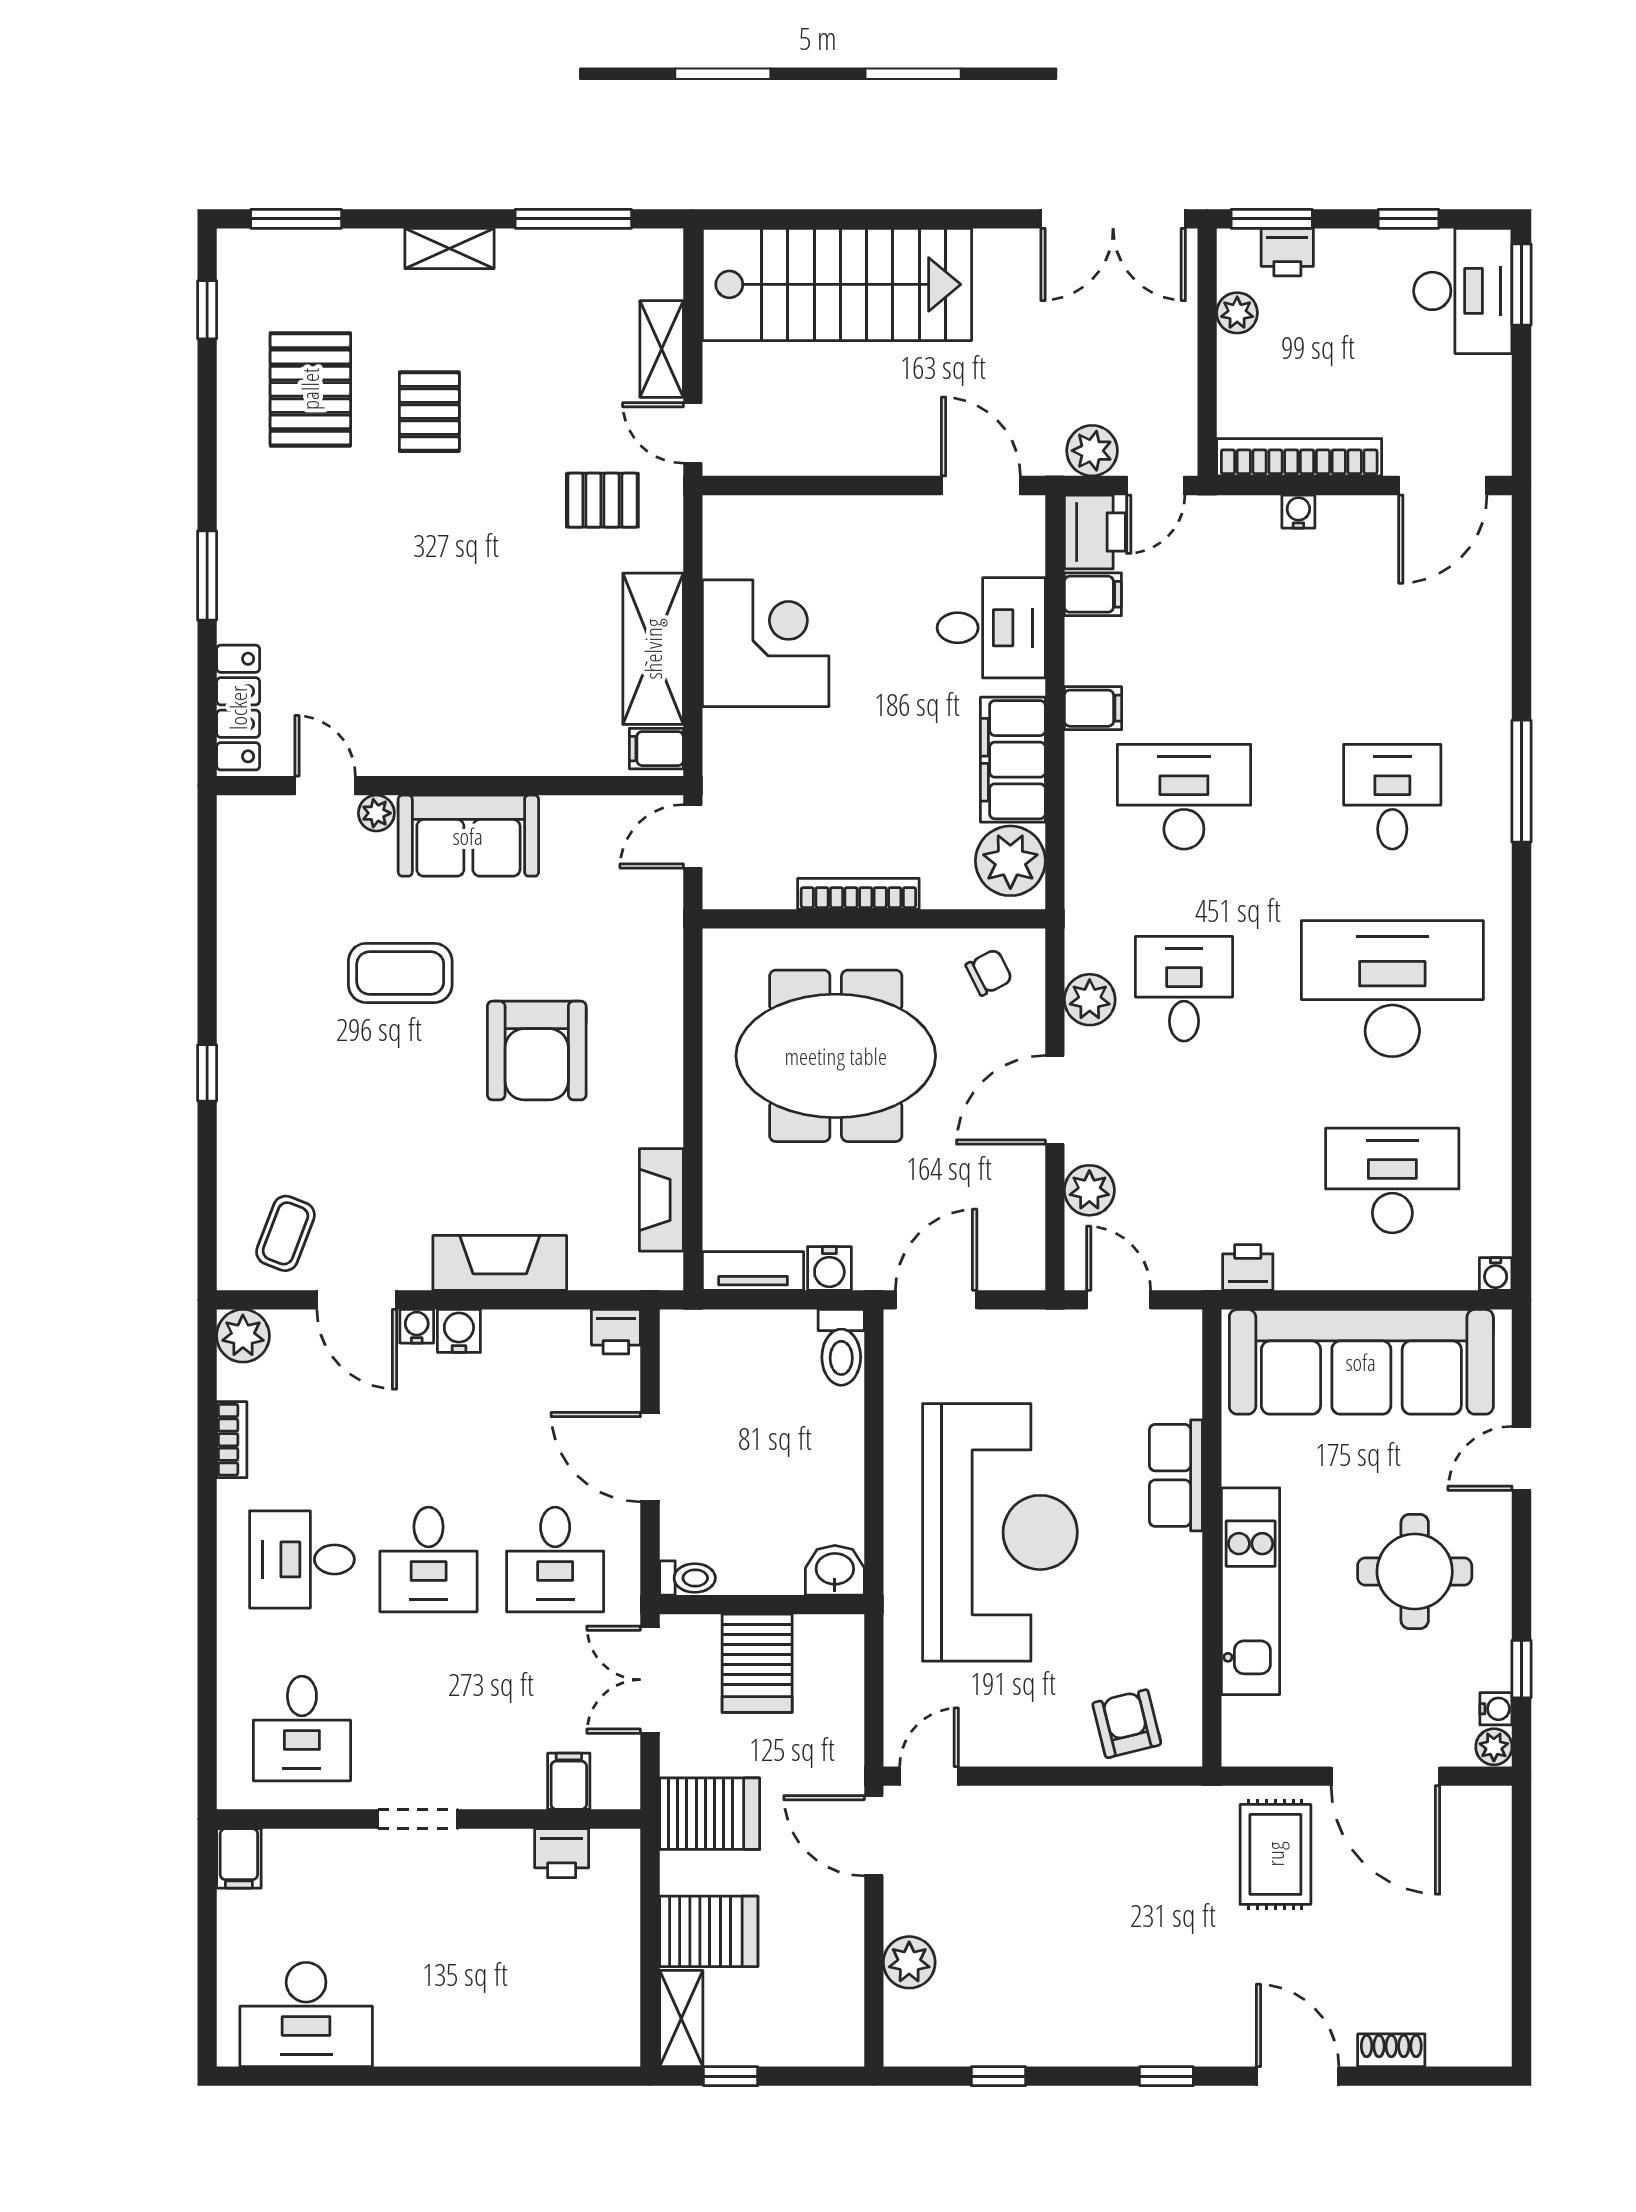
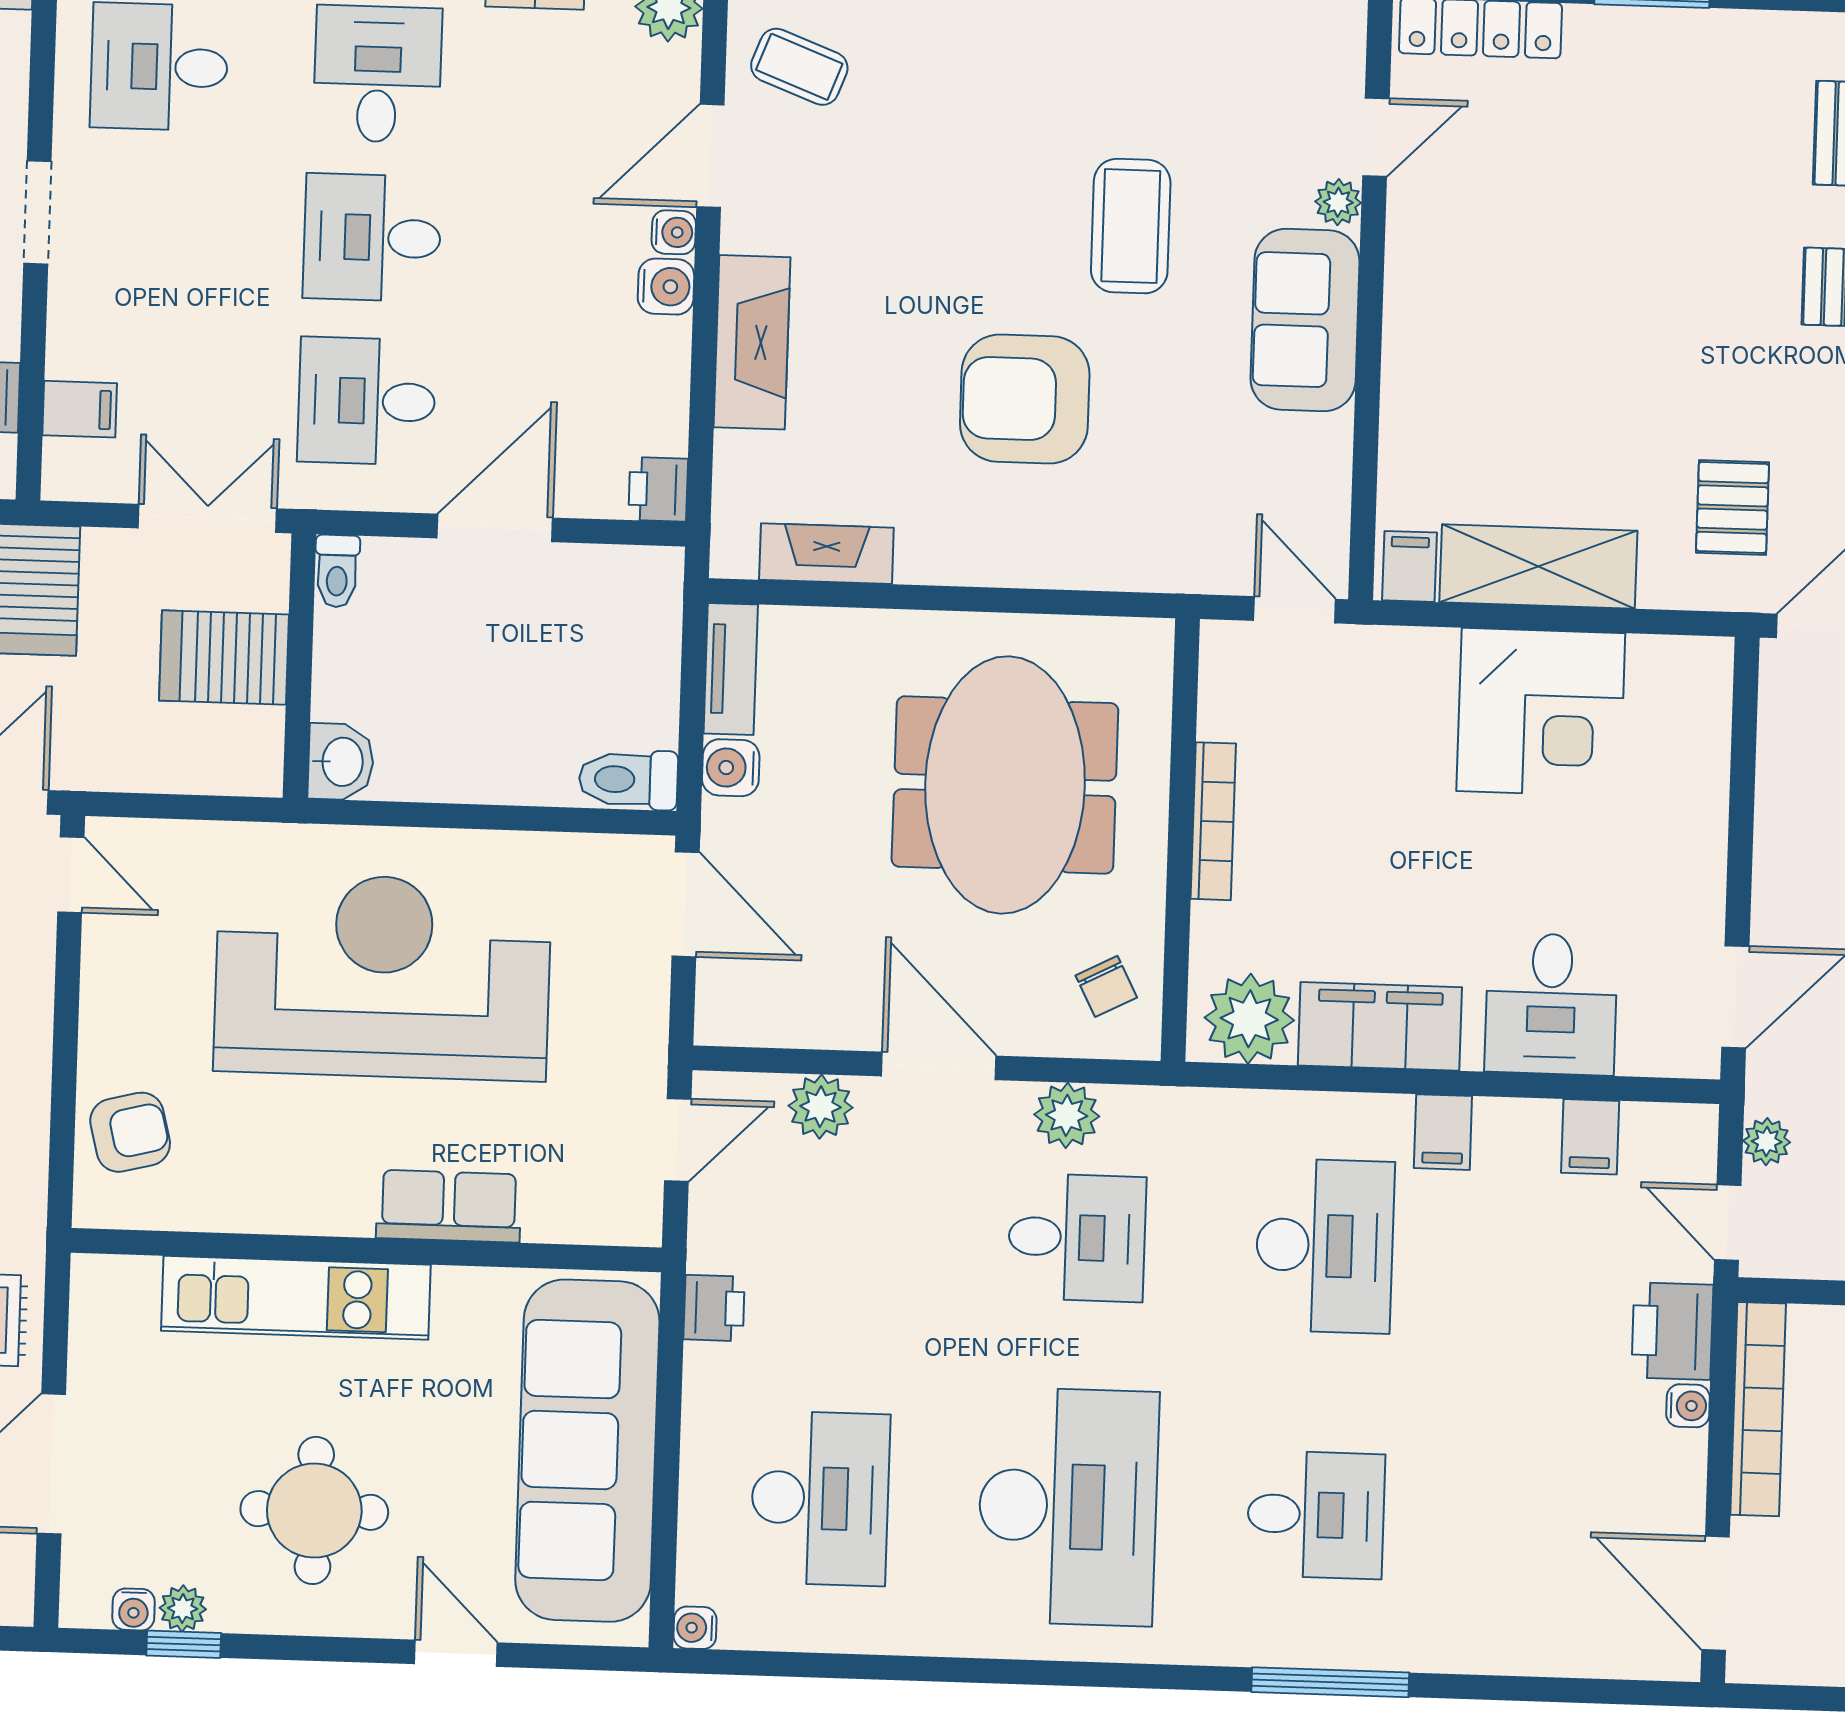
plant: (1092, 451) -> (1767, 1142), width x0.73, depth x0.73
printer: (1095, 532) -> (1672, 1331), moved, turned 90
reception desk: (1000, 1532) -> (383, 977), turned 180
plant: (1494, 1747) -> (183, 1608), moved

